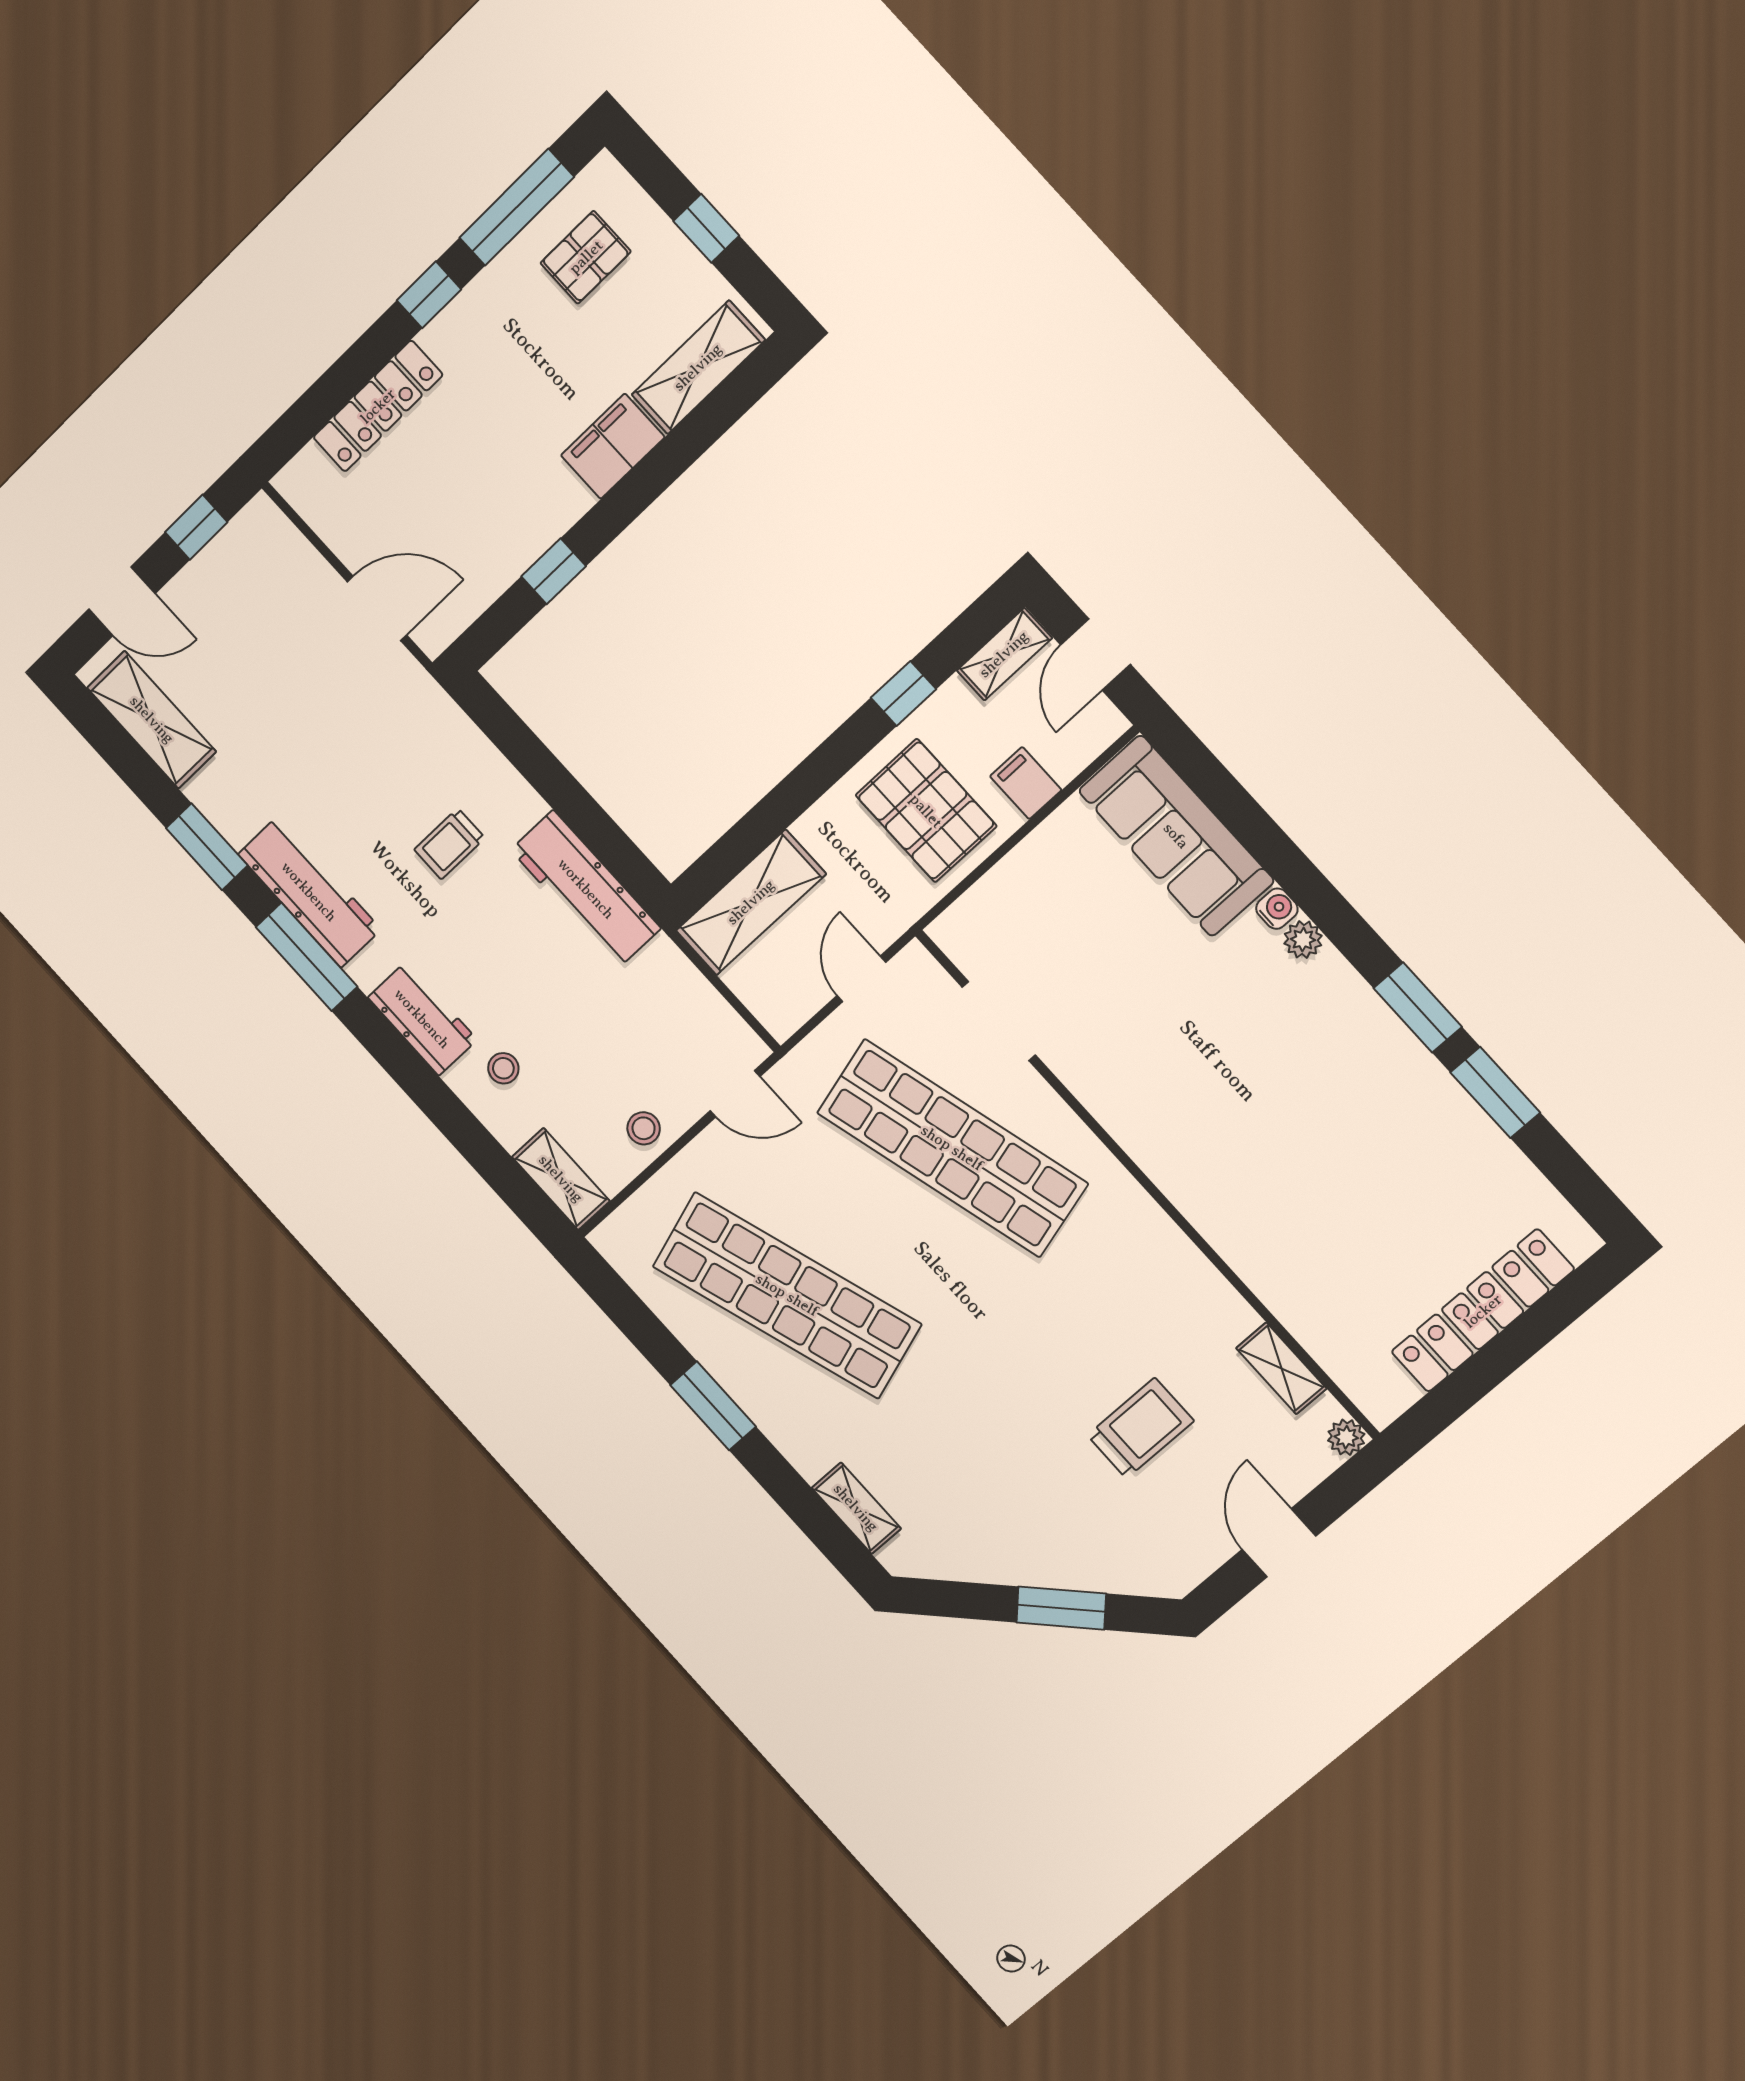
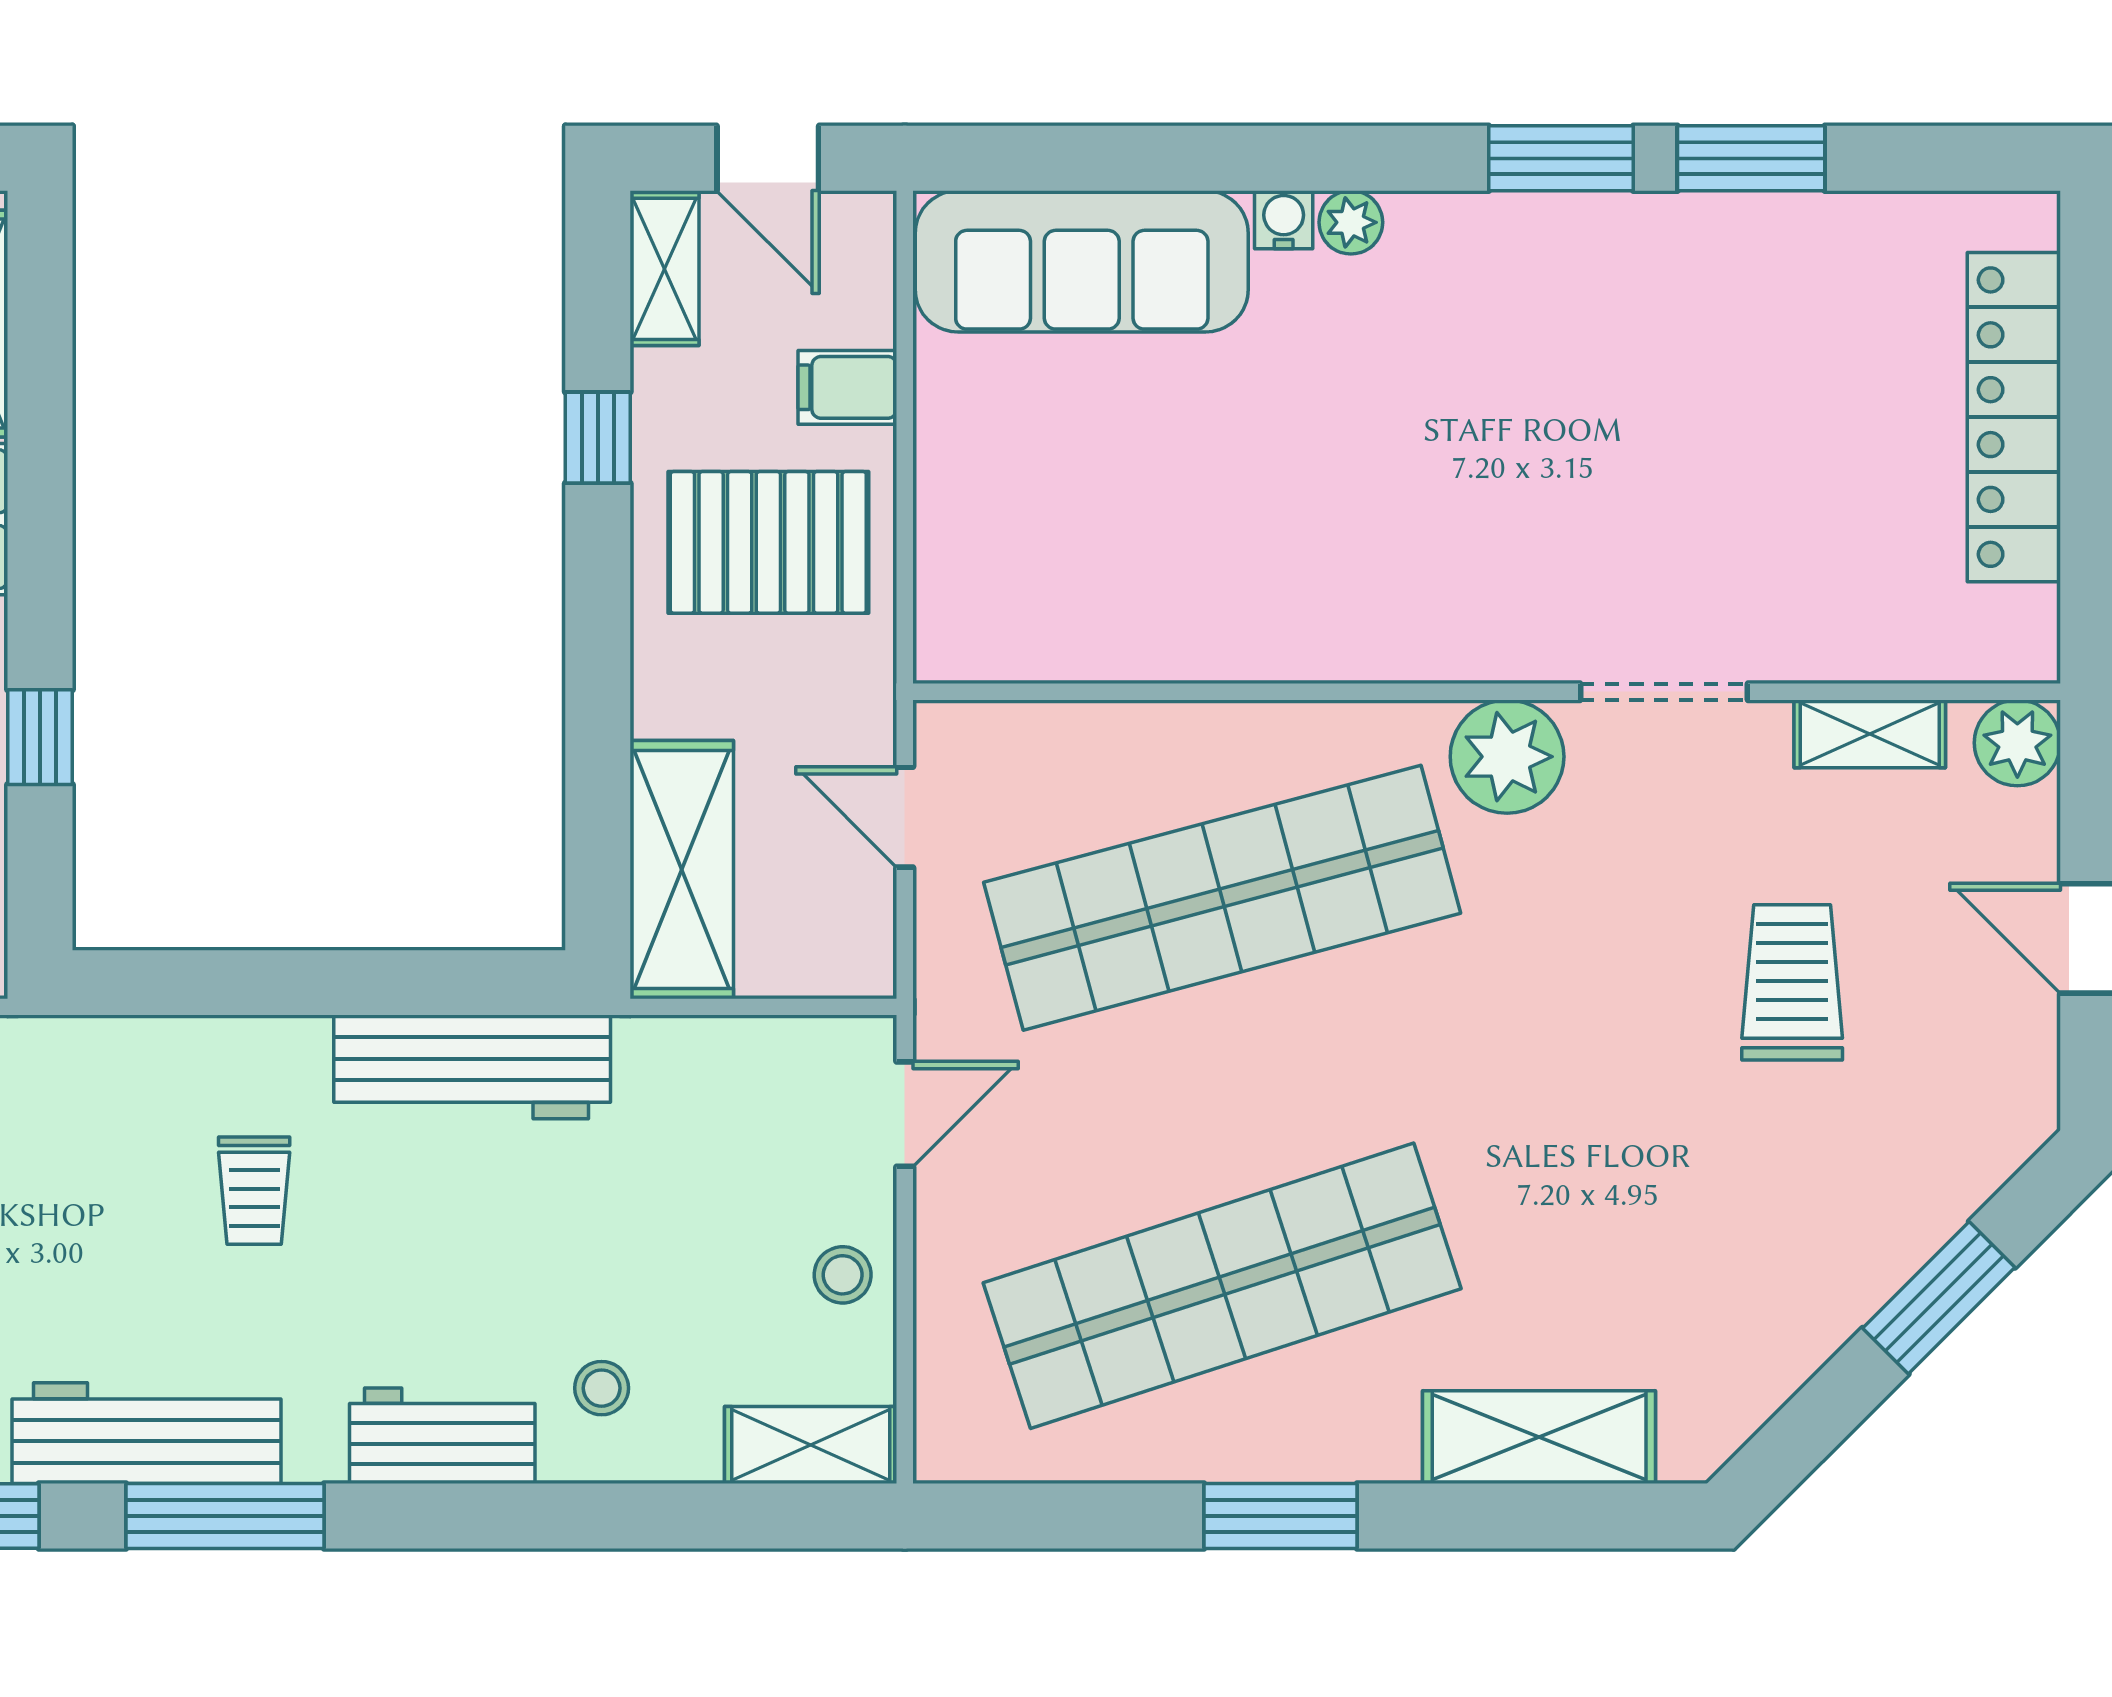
doorway: (999, 1021) -> (1664, 692), moved
plant: (1127, 1218) -> (1507, 757), added
plant: (1346, 1437) -> (2017, 743), width x1.38, depth x1.38
shelving: (856, 1508) -> (1539, 1437), width x1.50, depth x1.33

